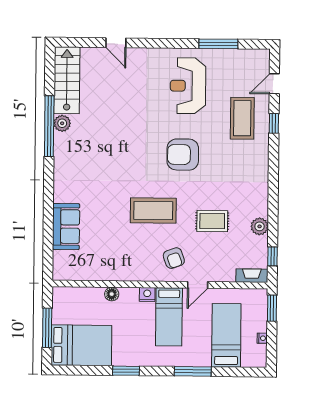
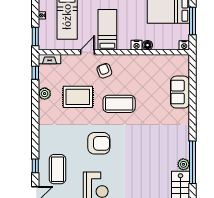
rug: (212, 221) -> (78, 97), width x1.36, depth x1.43
nightstand: (59, 293) -> (184, 45), added
nightstand: (147, 294) -> (136, 45), moved

